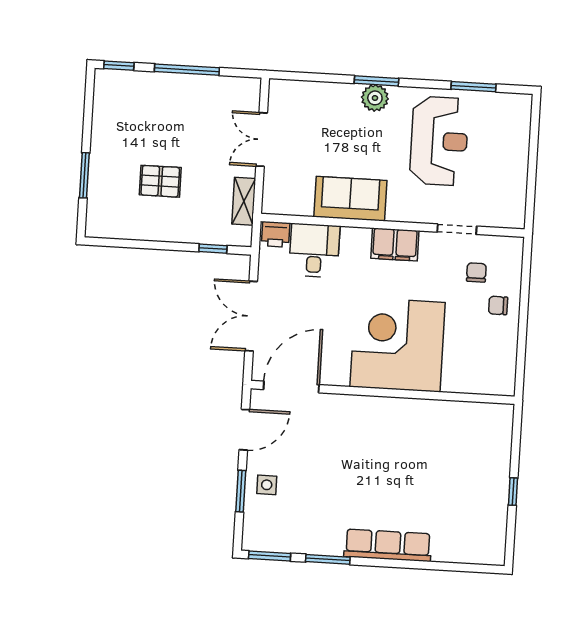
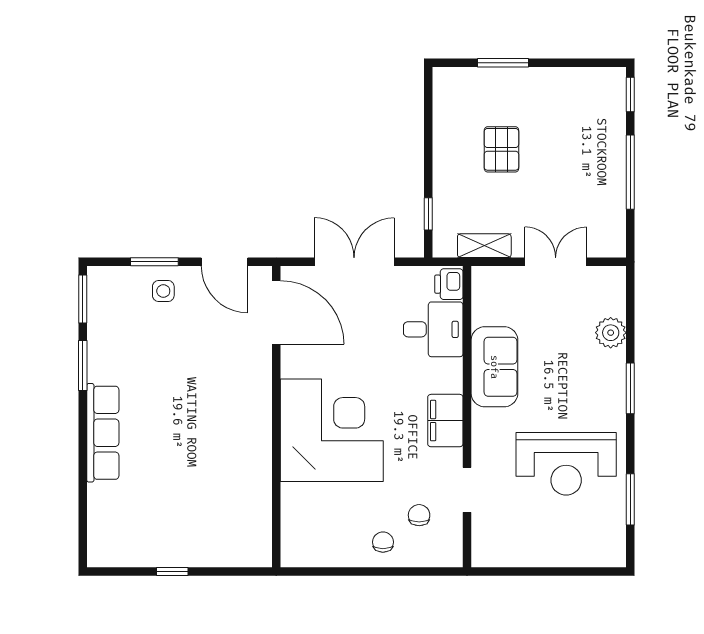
plant: (375, 98) -> (611, 333), moved
chair: (476, 272) -> (419, 515), turned -90

